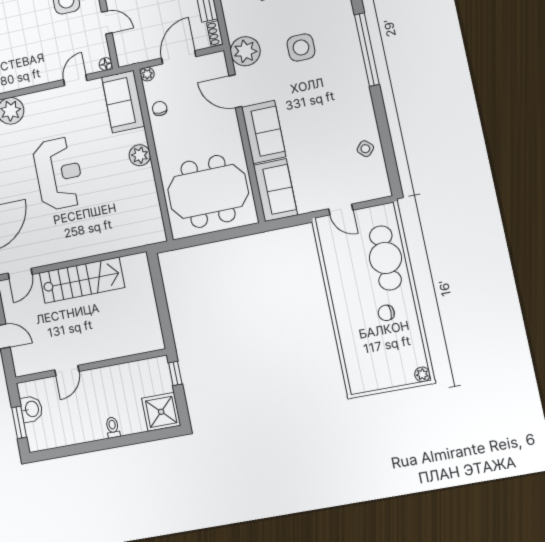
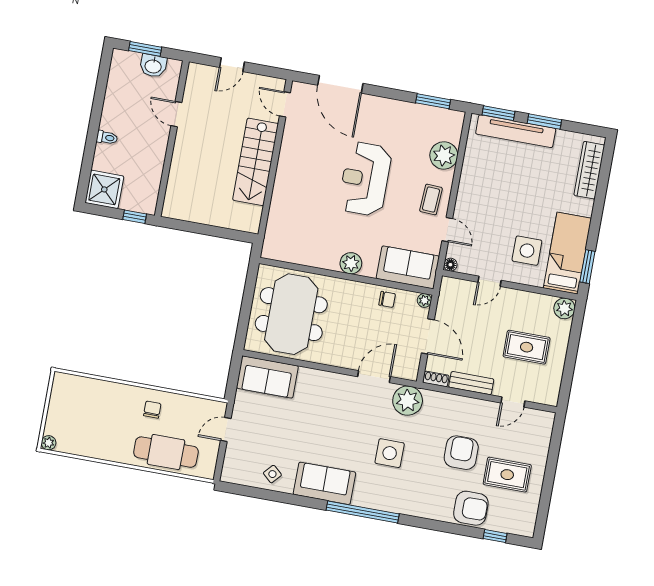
coffee table: (54, 106) -> (431, 200), added
sofa: (264, 132) -> (325, 483), moved, turned 180
reception desk: (59, 173) -> (365, 179), turned 90
chair: (386, 313) -> (152, 410), moved

